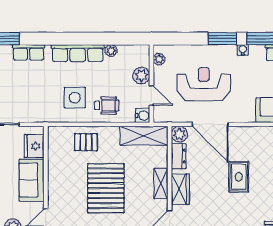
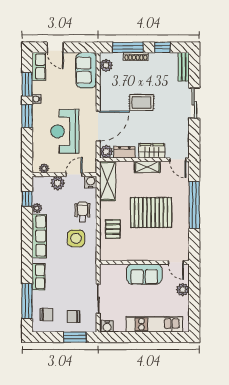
window: (123, 39) -> (27, 199), added
fridge: (34, 146) -> (116, 272), removed

